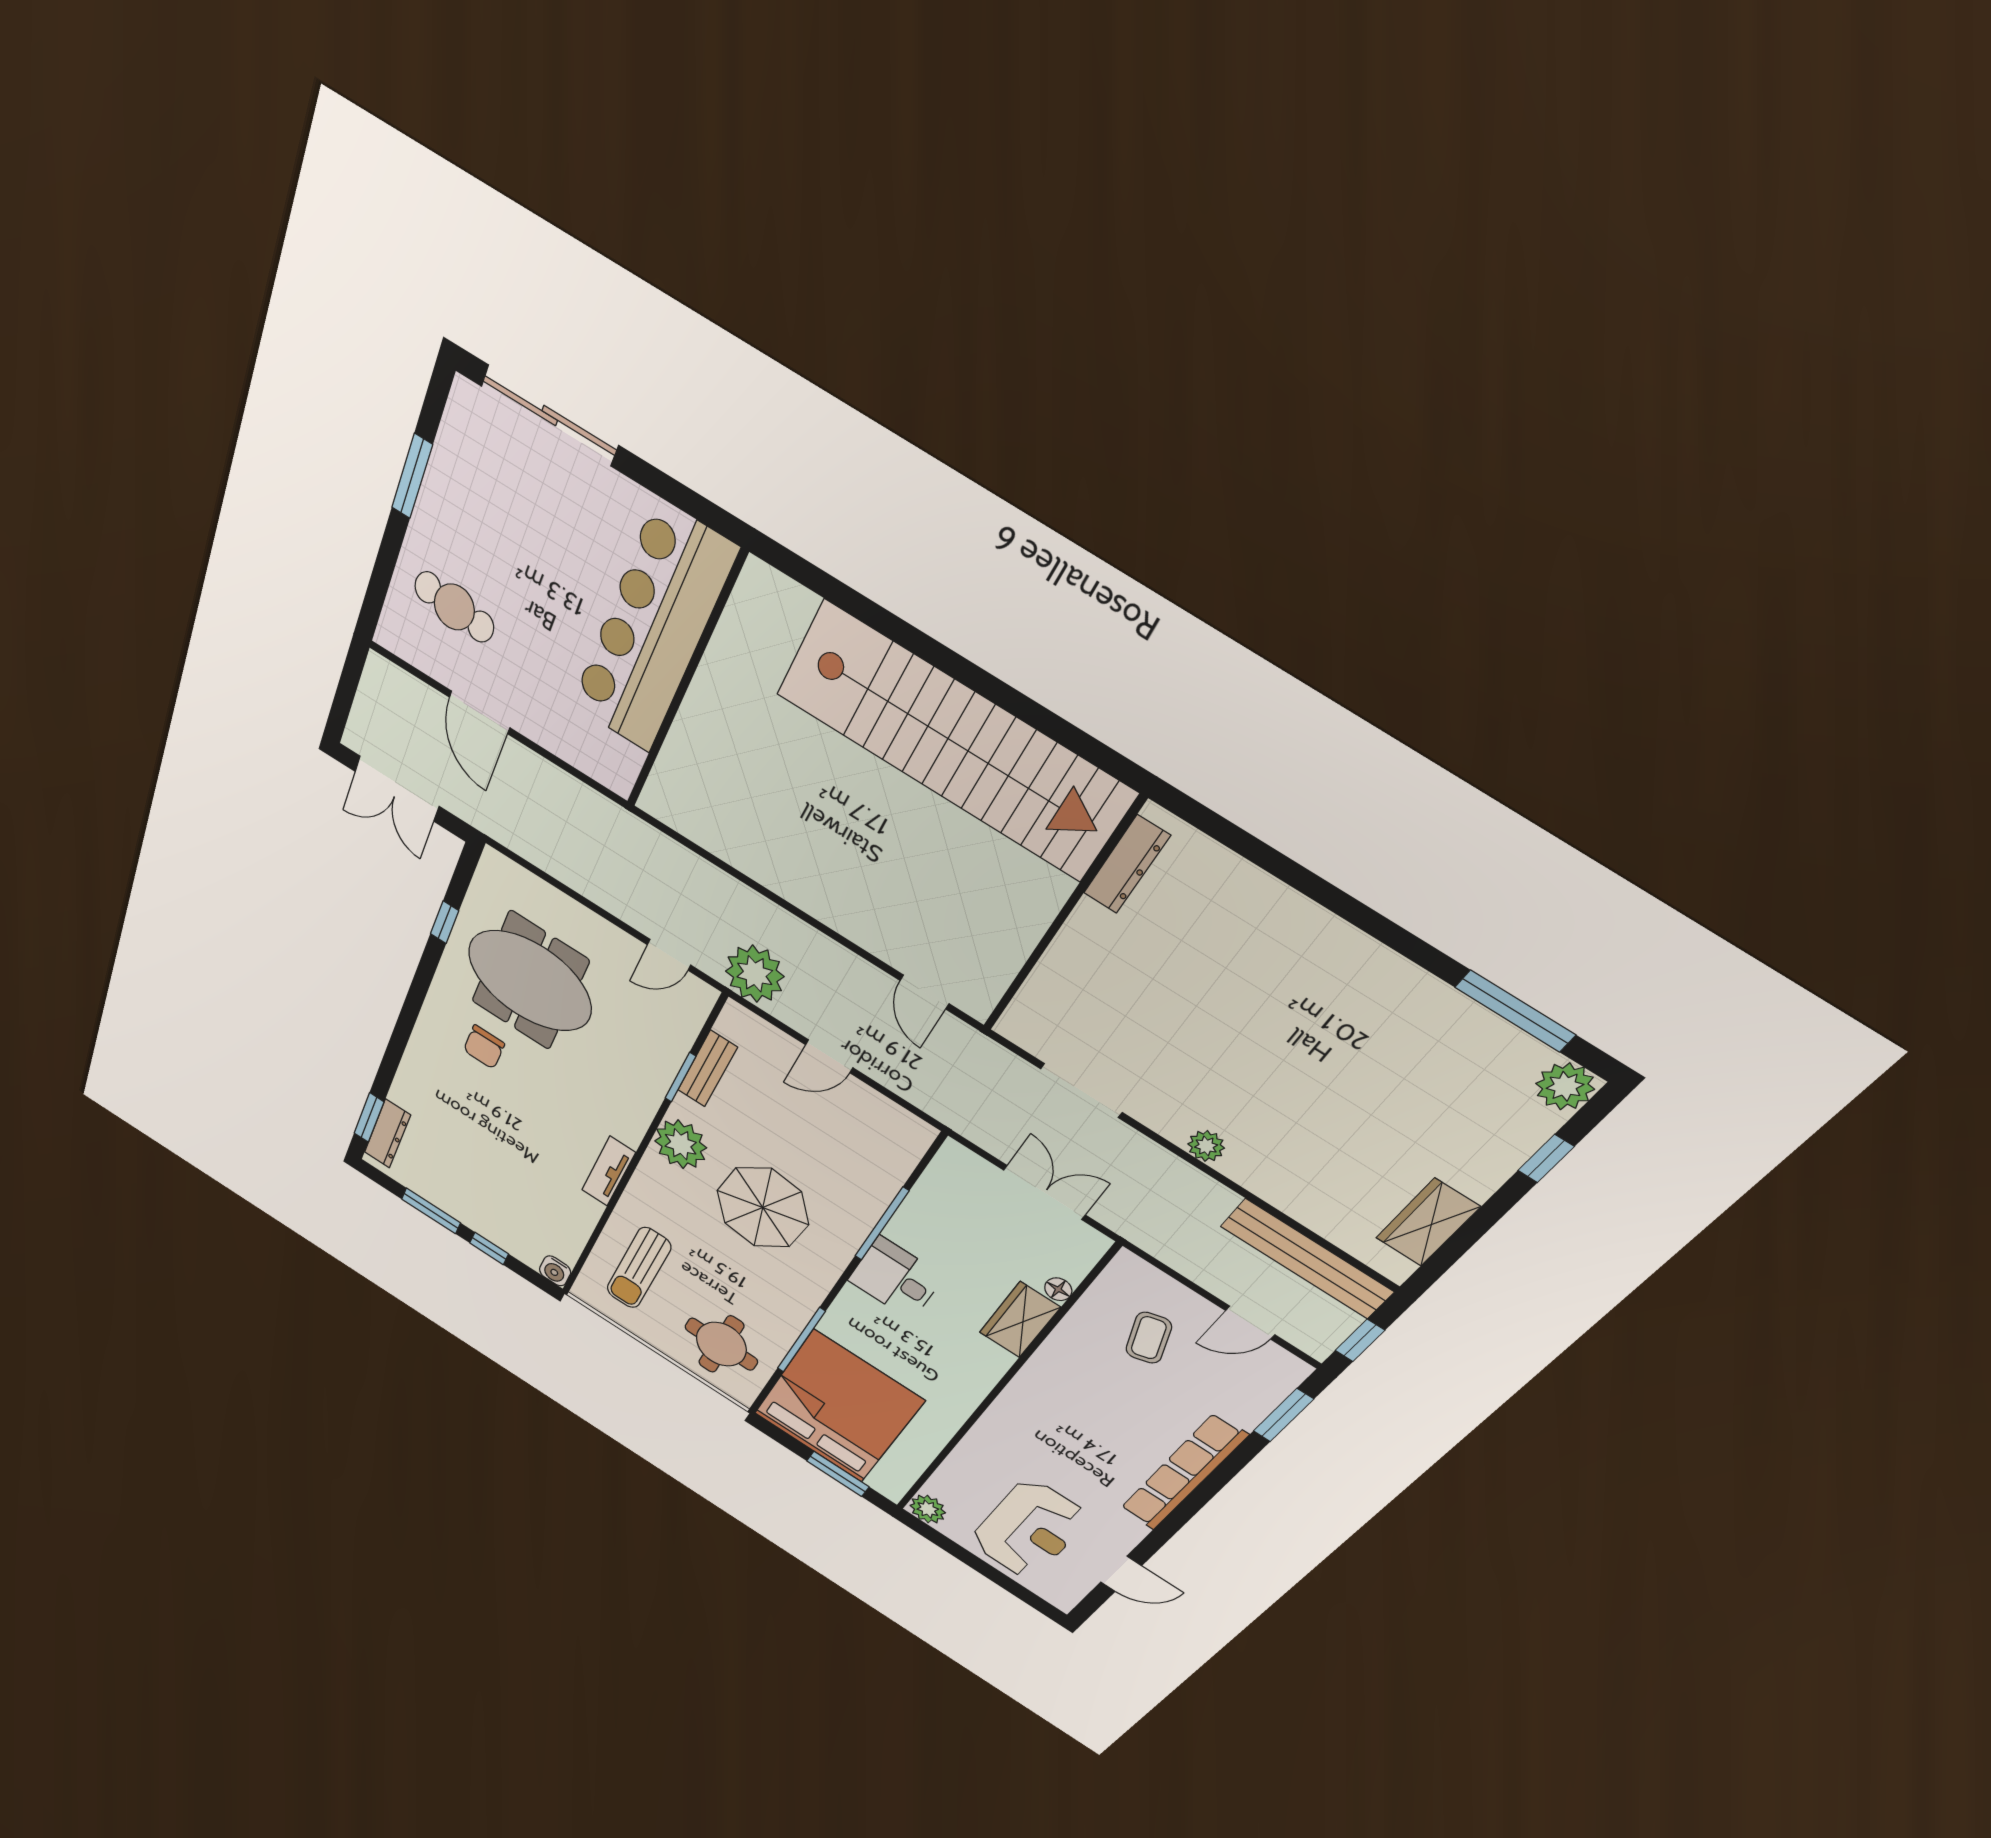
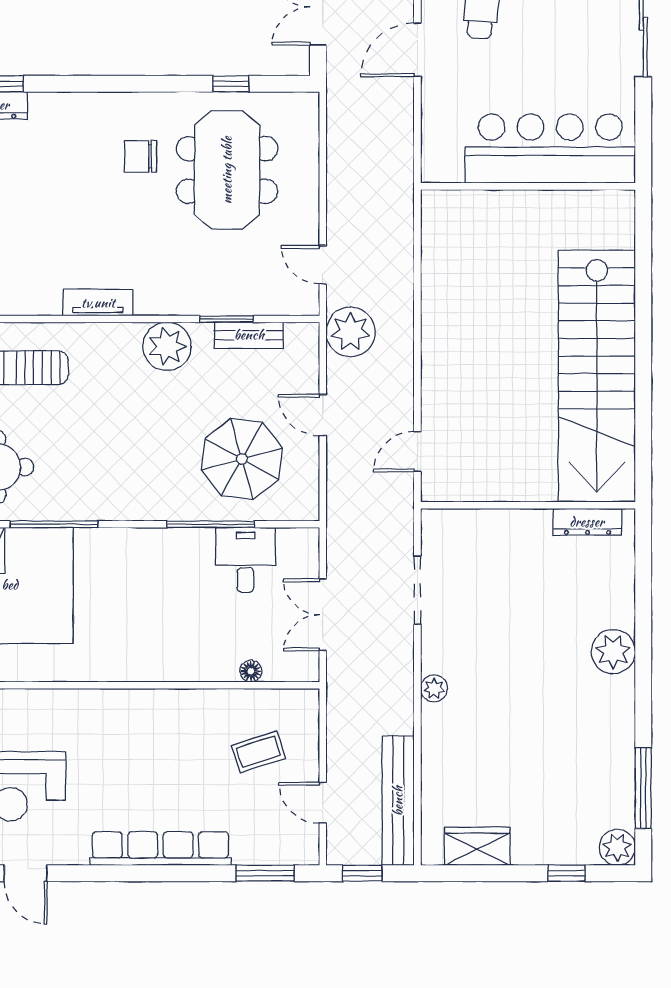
plant: (1311, 936) -> (613, 652), added
double door: (1044, 1192) -> (323, 615), swing flipped
parasol: (763, 1207) -> (242, 459), moved
desk: (896, 1278) -> (246, 560), moved
wardrobe: (1020, 1320) -> (204, 663), removed

